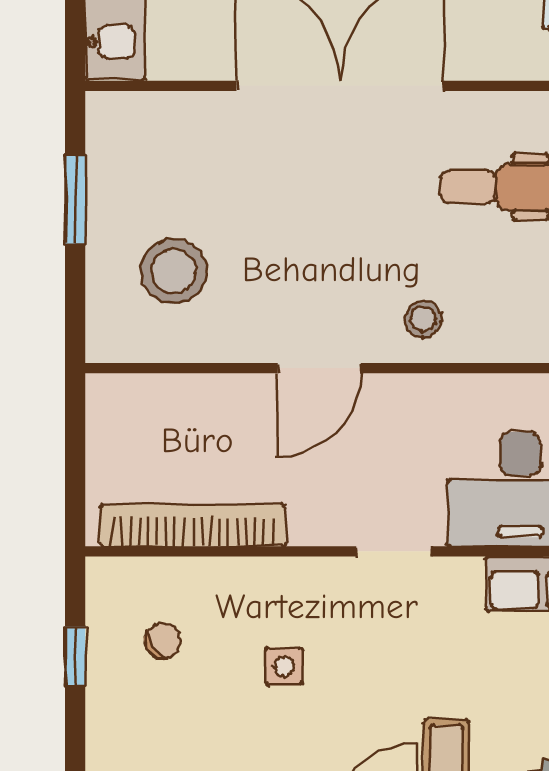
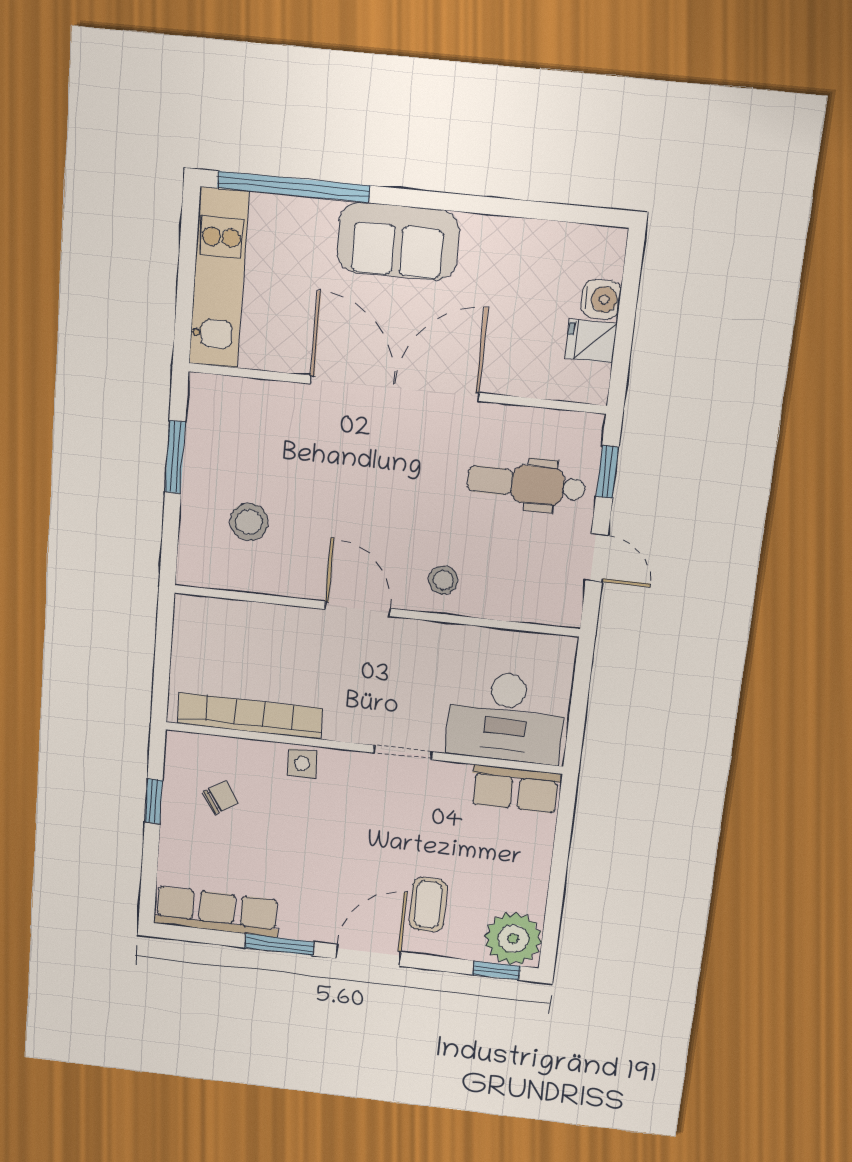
stool: (174, 271) -> (249, 522), width x0.73, depth x0.73
door: (319, 368) -> (358, 609), swing flipped
side table: (284, 666) -> (302, 763), moved

